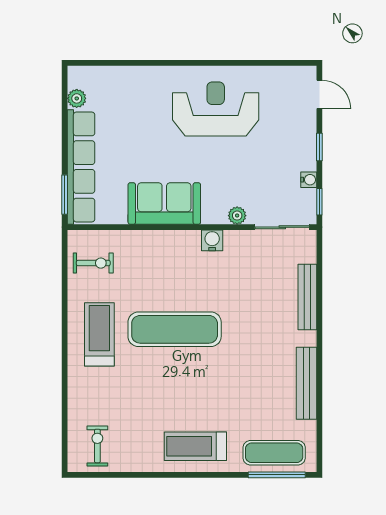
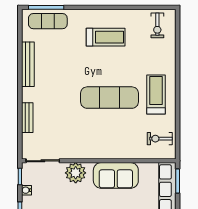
plant: (237, 216) -> (76, 173), width x1.87, depth x1.87
water cooler: (212, 240) -> (86, 153), removed
bench: (307, 297) -> (27, 118), width x0.73
treadmill: (99, 334) -> (156, 94), turned 180
treadmill: (195, 446) -> (106, 37), moved

